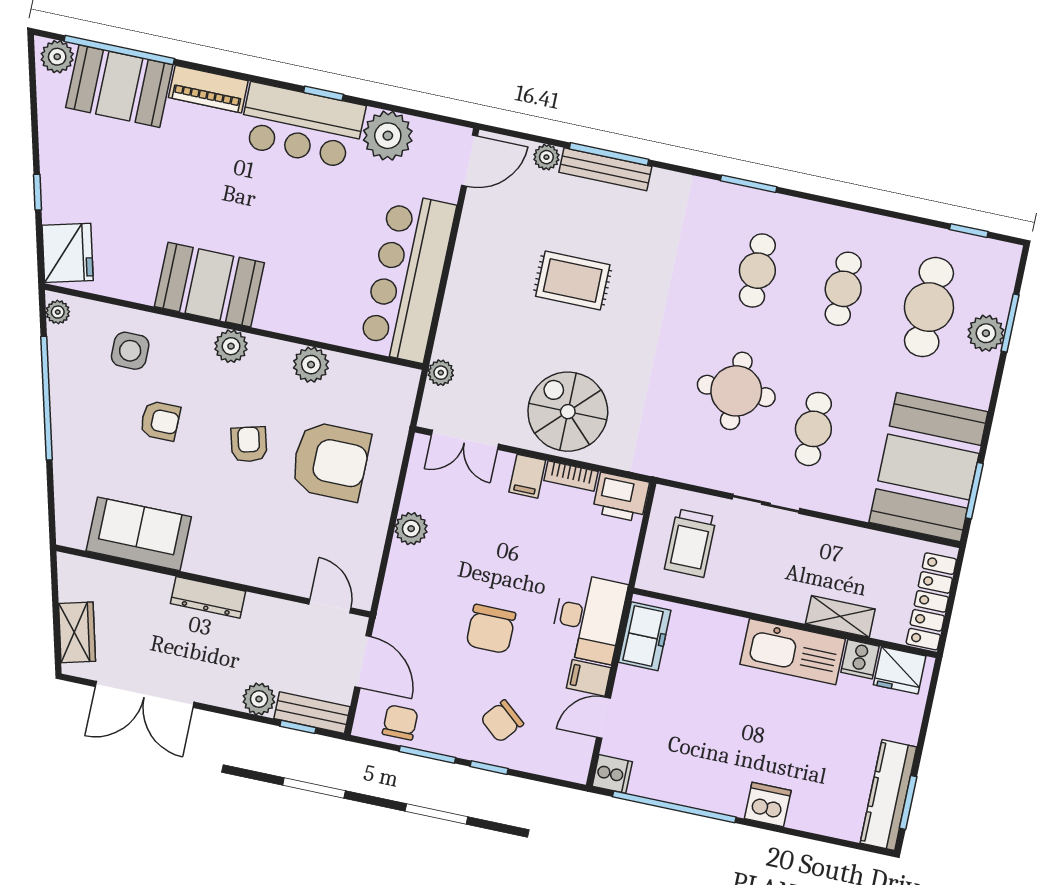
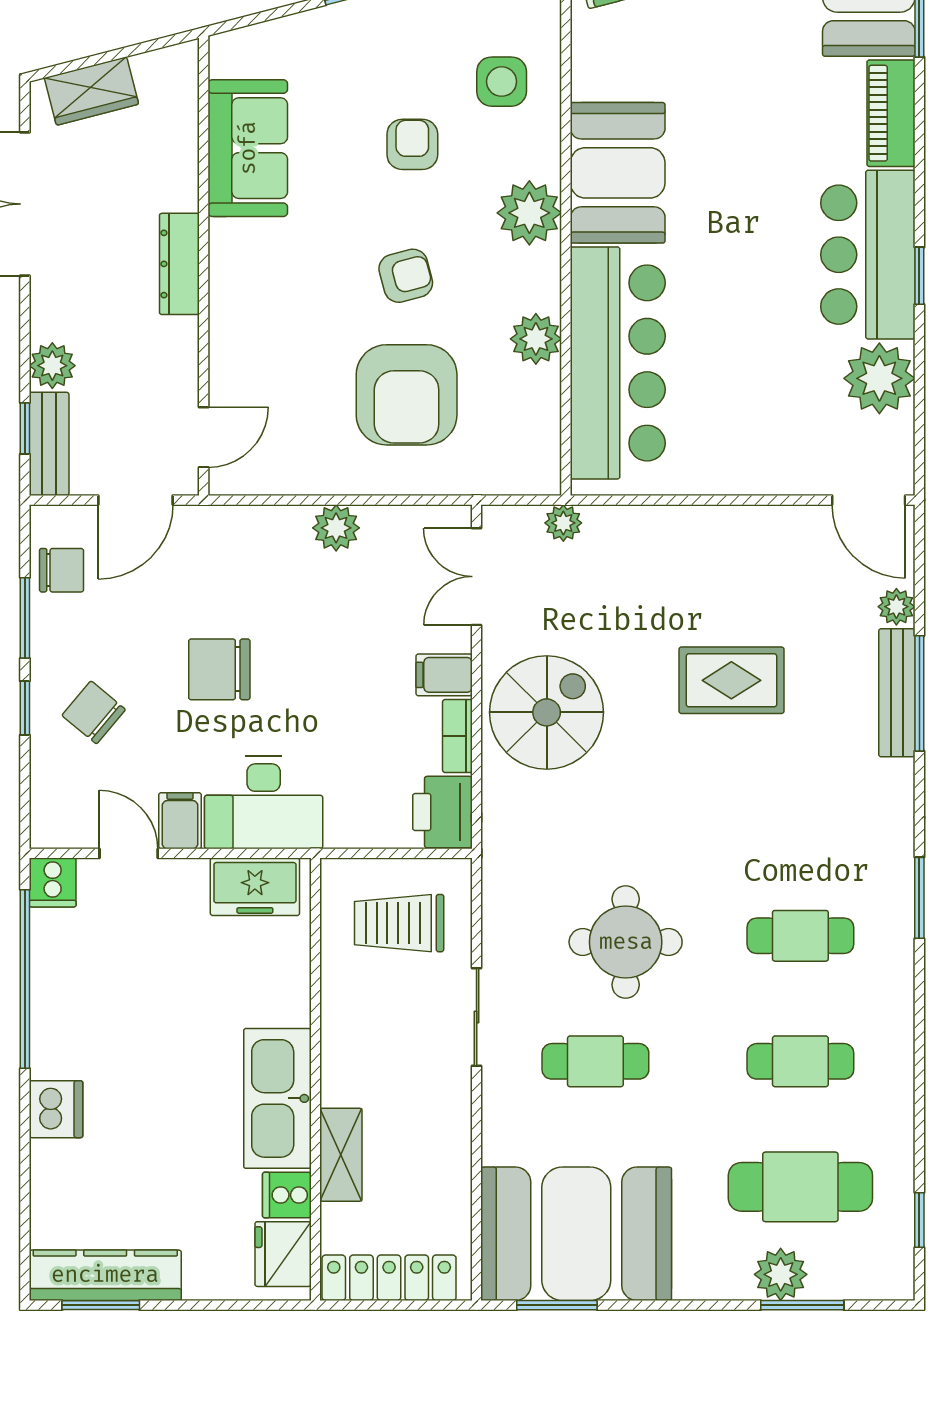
bar counter: (408, 278) -> (618, 363), moved, turned 90
rug: (573, 281) -> (731, 680), turned 90
plant: (231, 346) -> (529, 213), width x1.36, depth x1.36
armchair: (160, 421) -> (412, 144), turned 180

